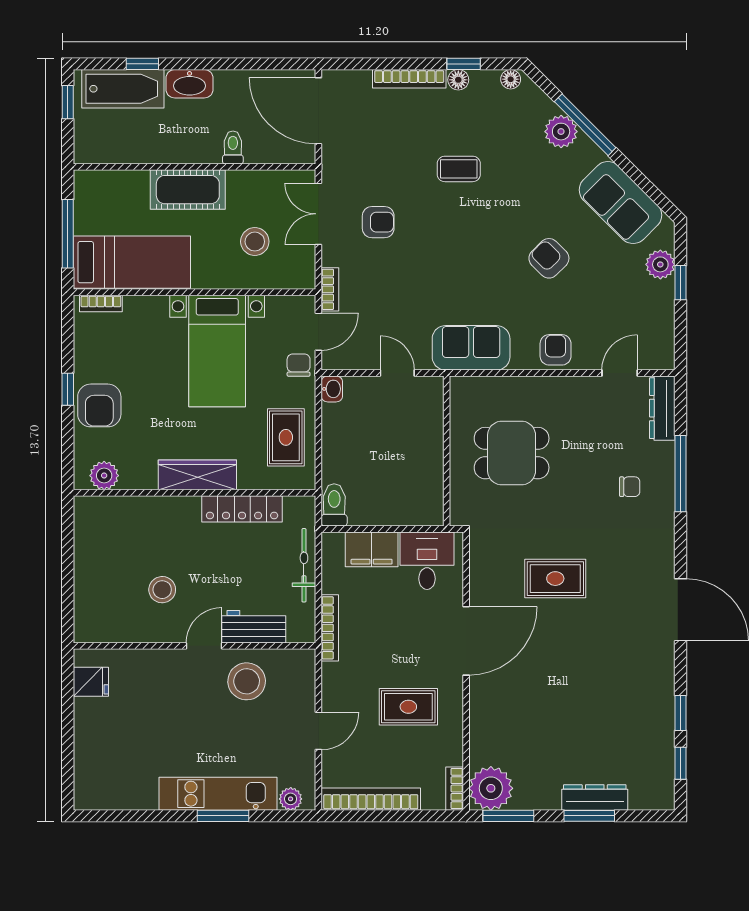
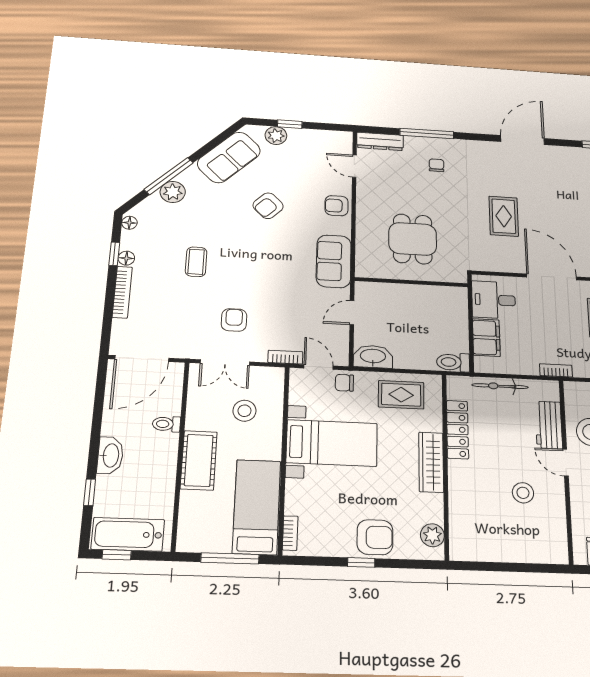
bathtub: (123, 89) -> (128, 534), moved, turned -90
washbasin: (332, 389) -> (373, 357), width x1.91, depth x1.45
bookcase: (330, 628) -> (556, 370), width x0.64

